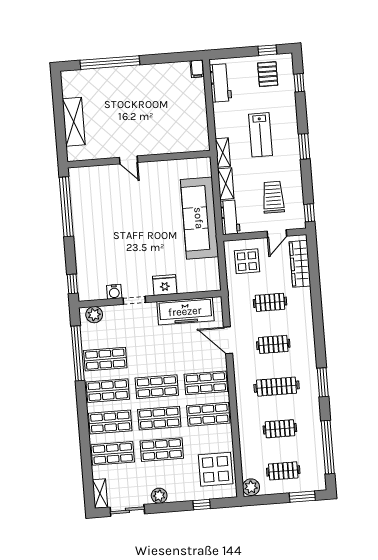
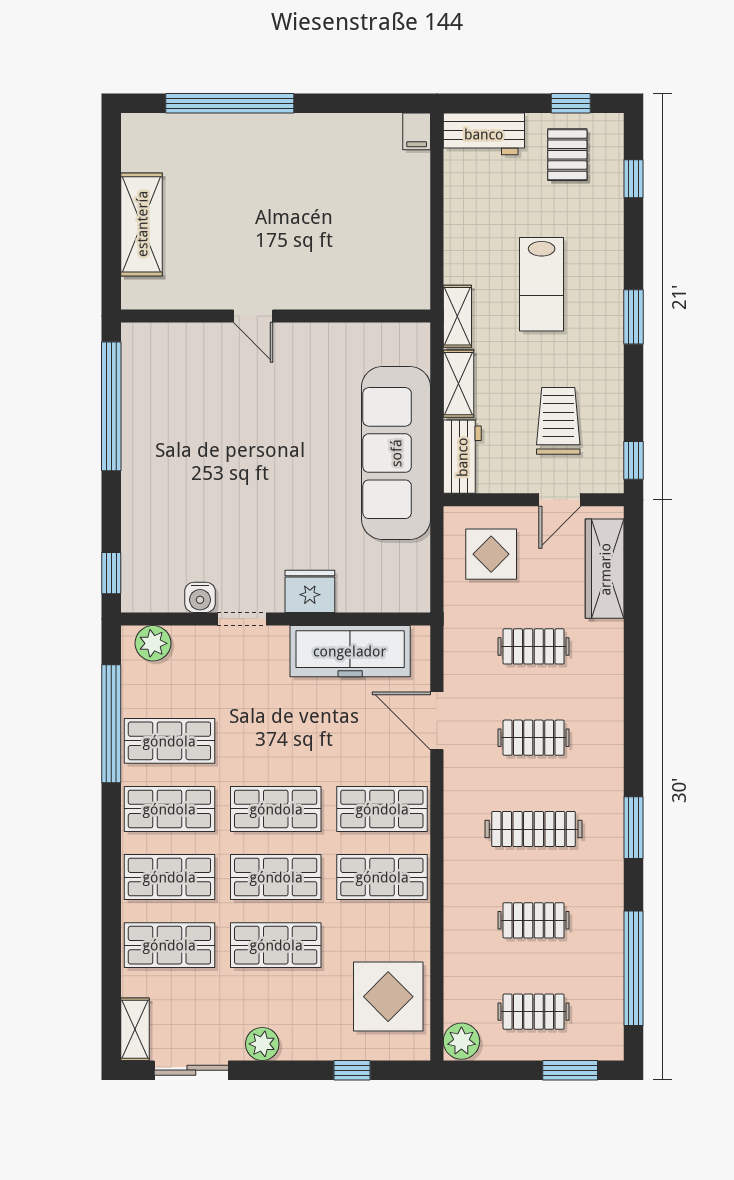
workbench: (220, 83) -> (484, 134), moved, turned 90

